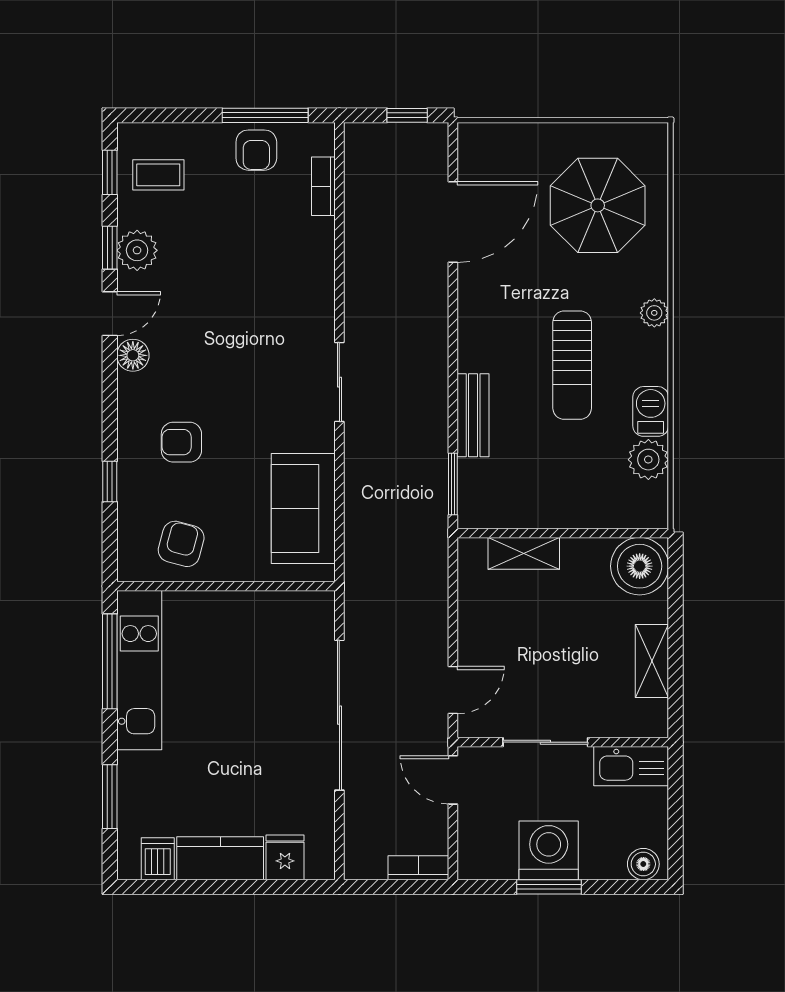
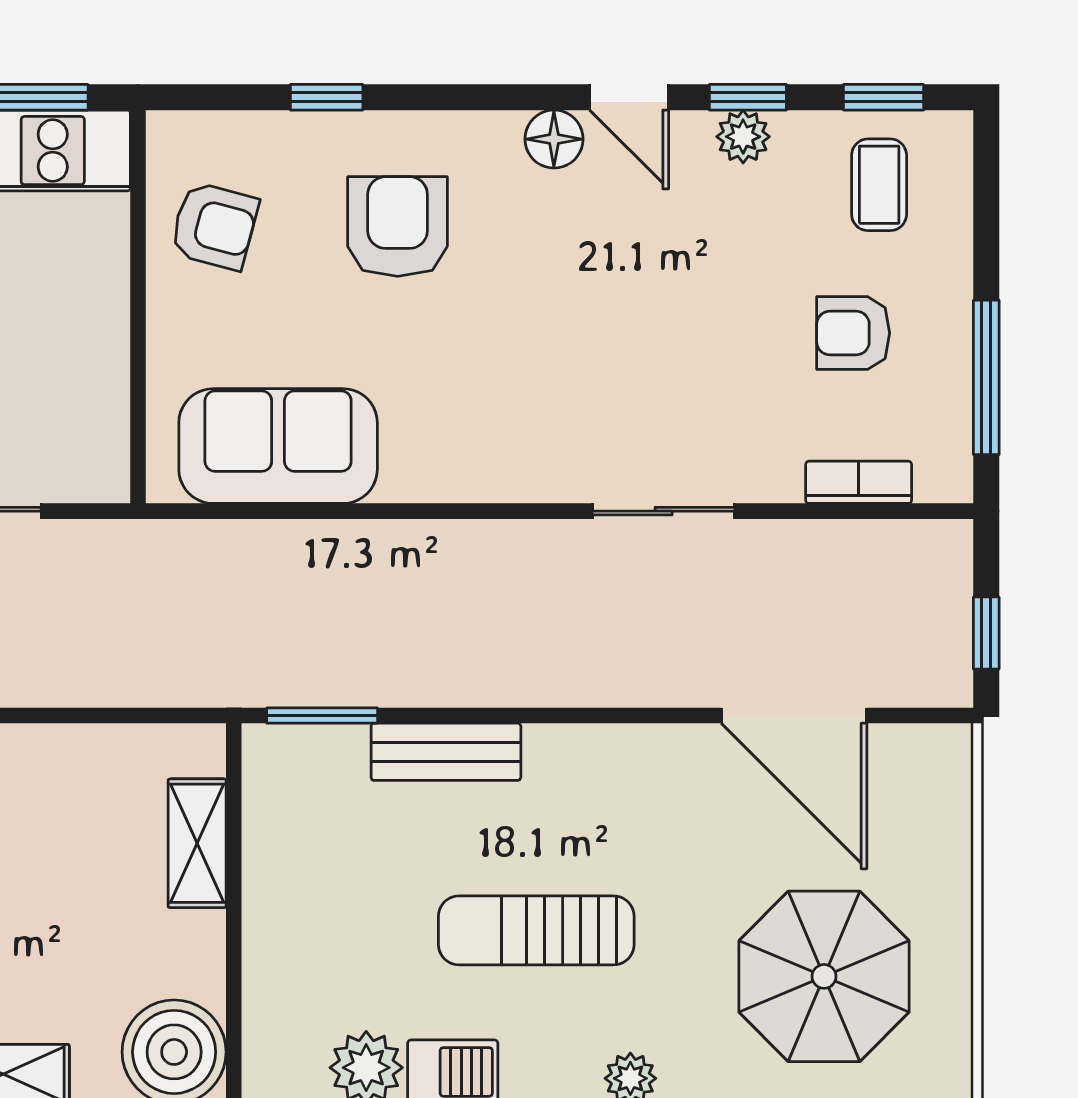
armchair: (256, 150) -> (853, 333), moved
plant: (137, 250) -> (743, 137), width x0.73, depth x0.73
sliding door: (339, 382) -> (664, 511), moved
armchair: (181, 442) -> (398, 226), width x1.38, depth x1.38

